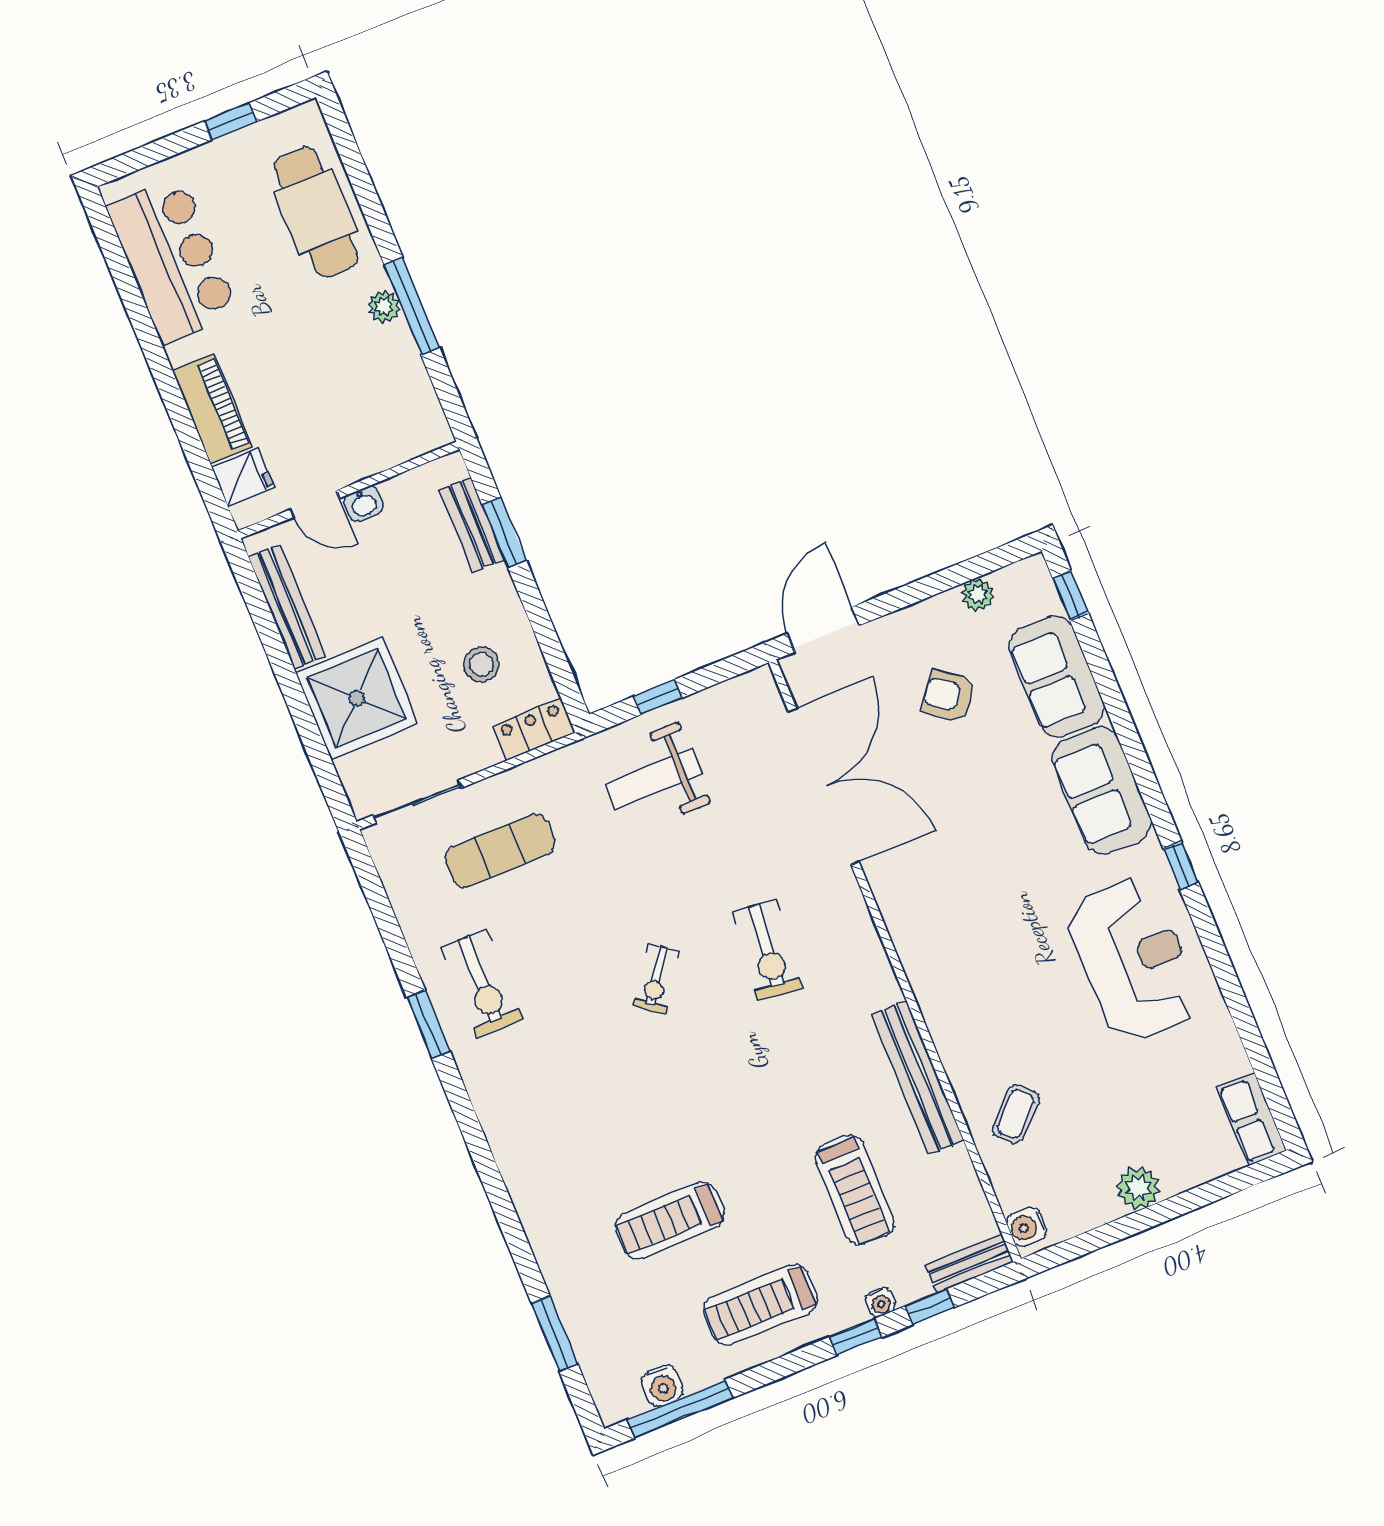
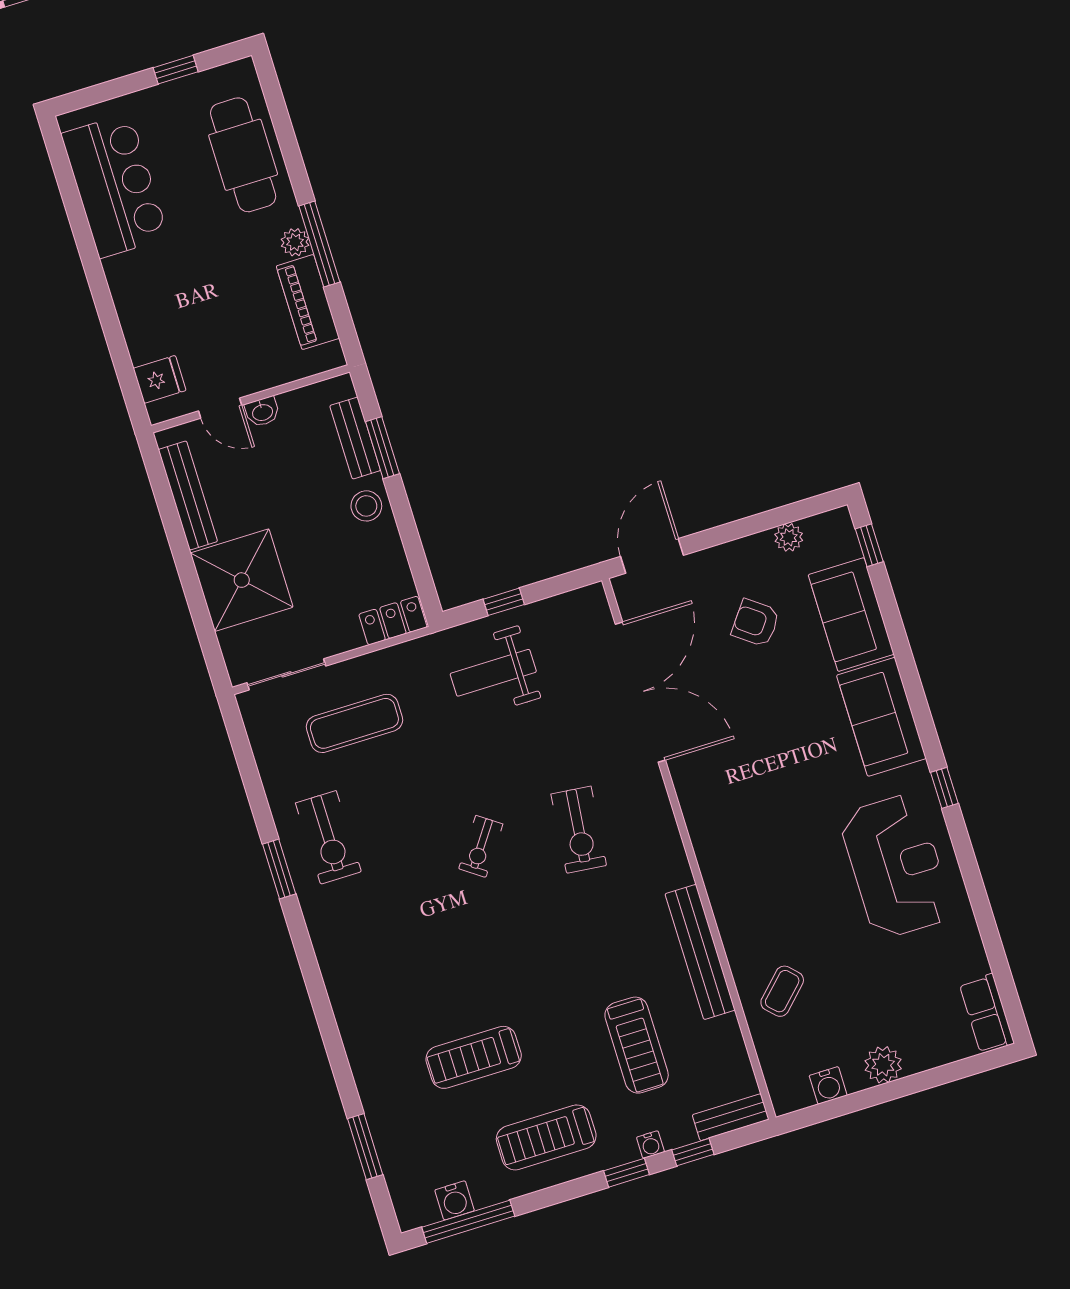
piano: (212, 409) -> (308, 302), moved, turned 180
stool: (481, 664) -> (366, 506), moved
water cooler: (1027, 1227) -> (828, 1085), moved, turned -90

